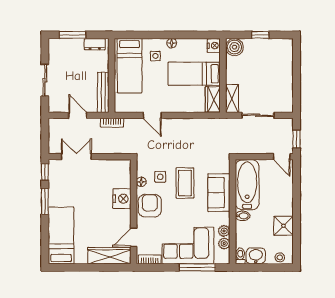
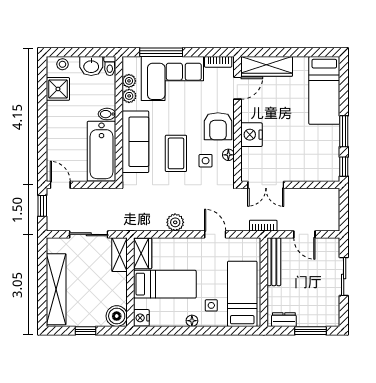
shelving: (285, 69) -> (56, 289), added
plant: (186, 125) -> (175, 222), added
double door: (76, 157) -> (266, 185), moved
sofa: (219, 193) -> (135, 142), width x1.36
shower: (283, 226) -> (58, 89), moved

